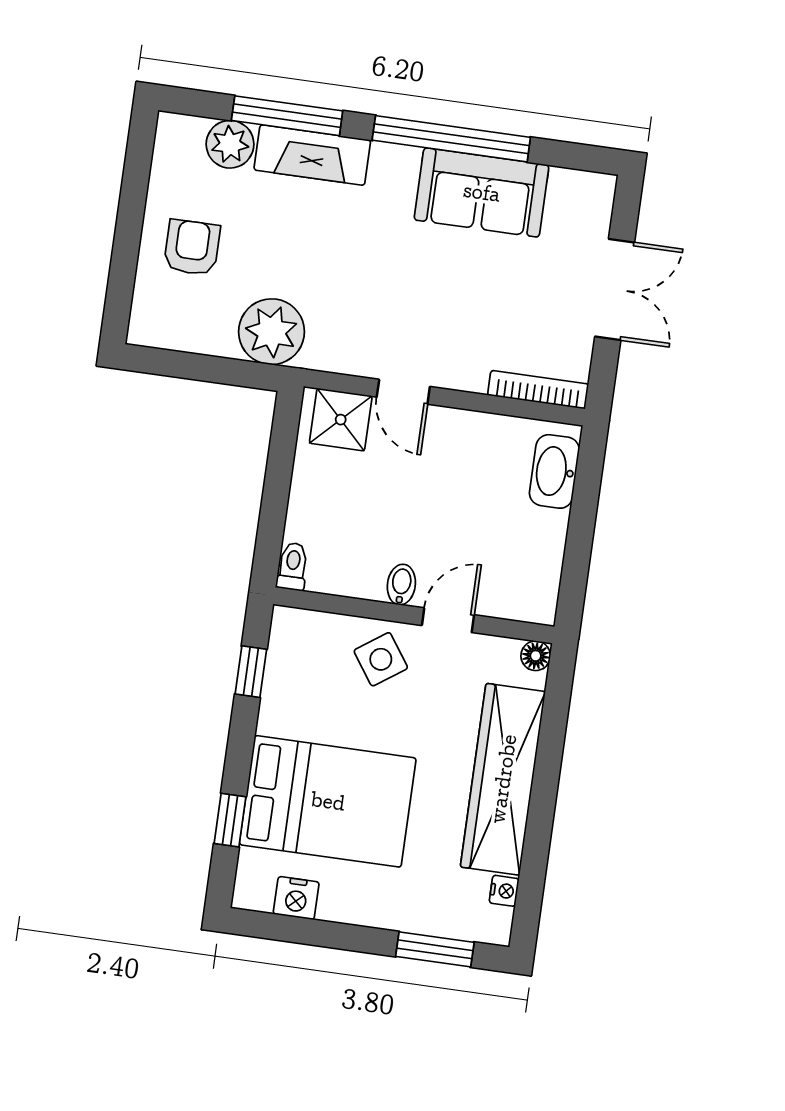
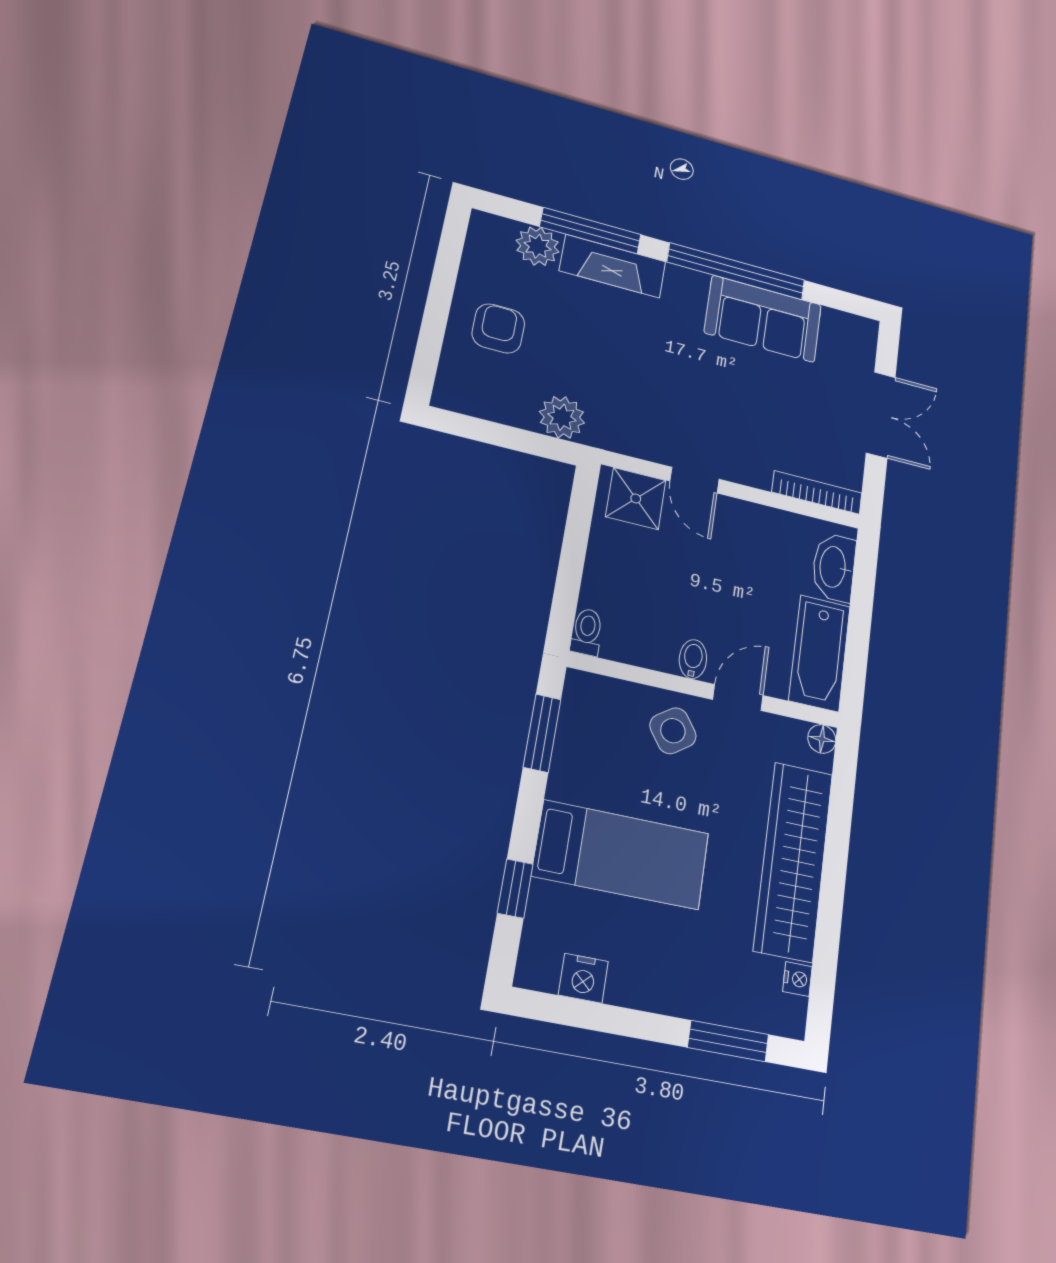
plant: (271, 332) -> (562, 417), width x0.73, depth x0.73
bathtub: (536, 566) -> (820, 653), added
window: (251, 672) -> (542, 733), width x1.50
bed: (328, 801) -> (621, 855), width x0.67

